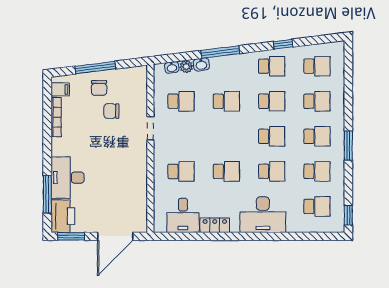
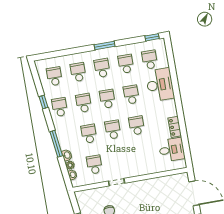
school desk: (181, 171) -> (113, 130), moved
desk: (263, 215) -> (160, 85), moved

